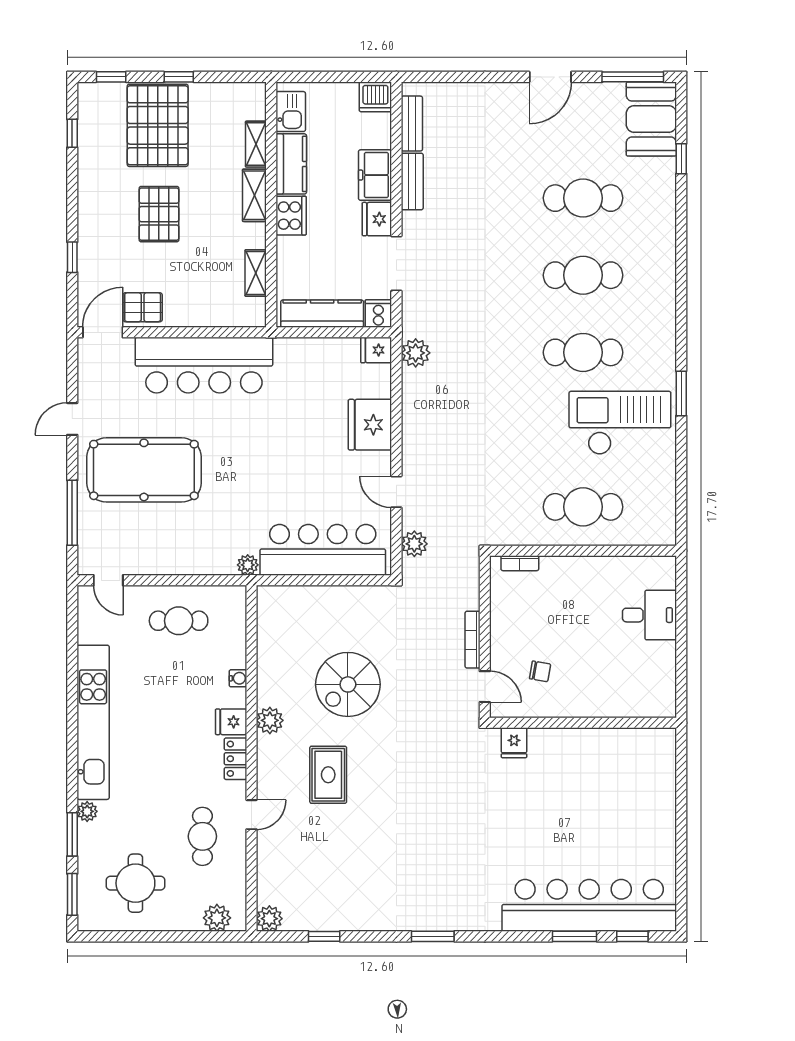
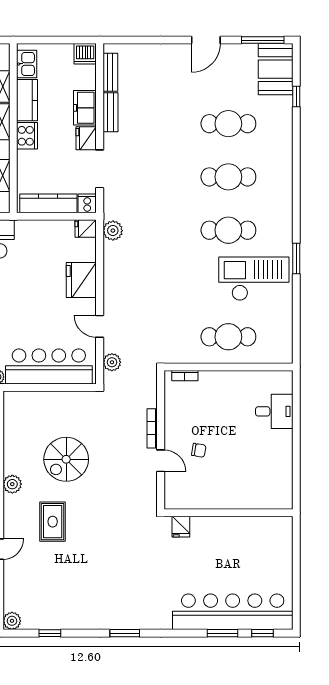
wall: (583, 723) -> (228, 513), moved
fridge: (514, 743) -> (181, 527), moved

